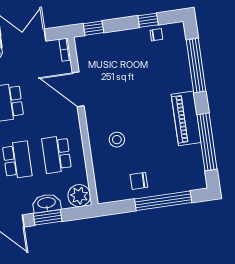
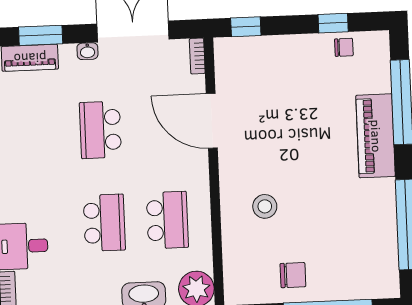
piano: (186, 118) -> (376, 136), moved
school desk: (57, 154) -> (167, 220), turned 180
chair: (139, 181) -> (293, 275), turned 180

